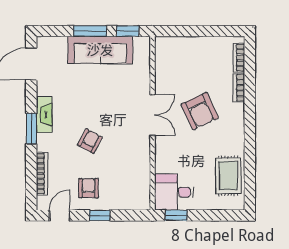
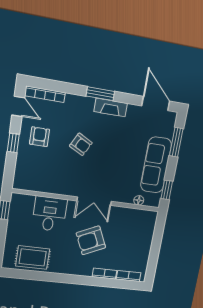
window: (90, 31) -> (176, 142), moved
floor lamp: (145, 63) -> (139, 200), added
bookcase: (42, 174) -> (45, 94), moved
armchair: (88, 188) -> (39, 137), turned -90
desk: (174, 192) -> (49, 214), moved

